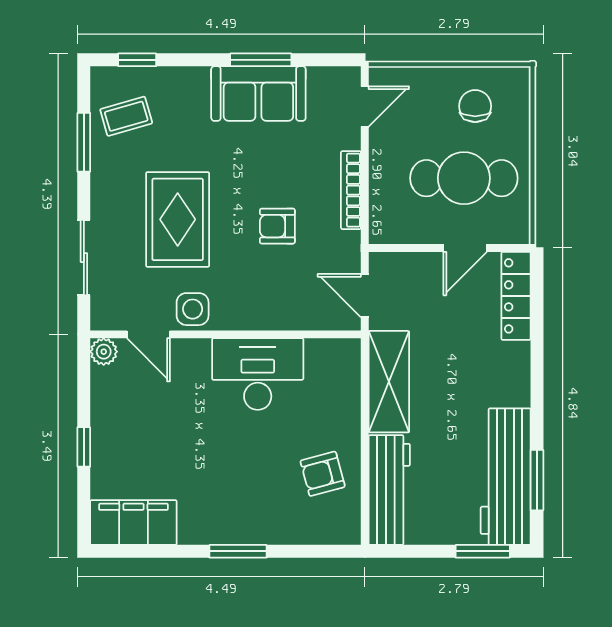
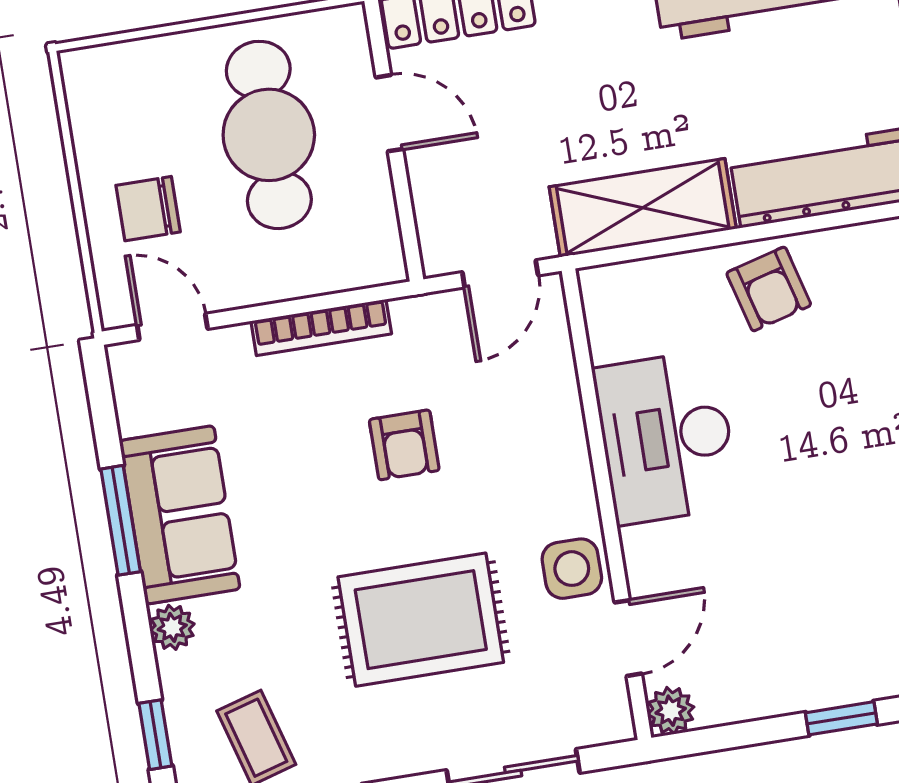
plant: (196, 79) -> (172, 627), added
chair: (475, 106) -> (148, 209), moved
armchair: (323, 474) -> (769, 289), moved

